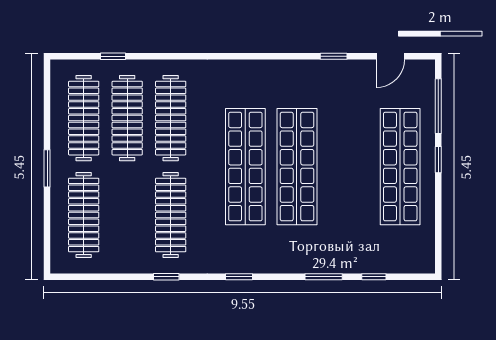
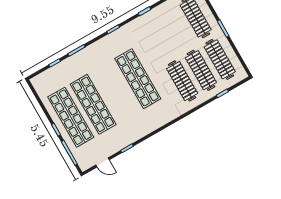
door: (390, 56) -> (103, 162), swing flipped
shop shelf: (297, 167) -> (93, 104), moved
clothes rail: (171, 215) -> (158, 39), removed

